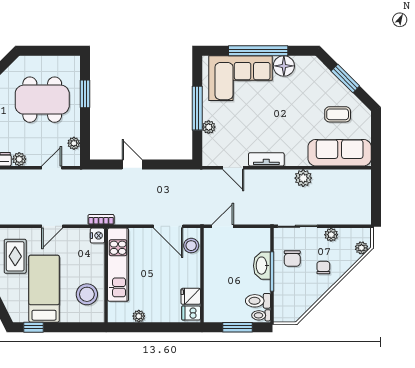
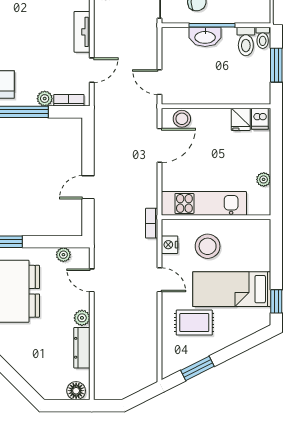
bookcase: (207, 148) -> (69, 100), added
nightstand: (97, 236) -> (170, 245), moved, turned -90
stool: (87, 294) -> (208, 246), moved

